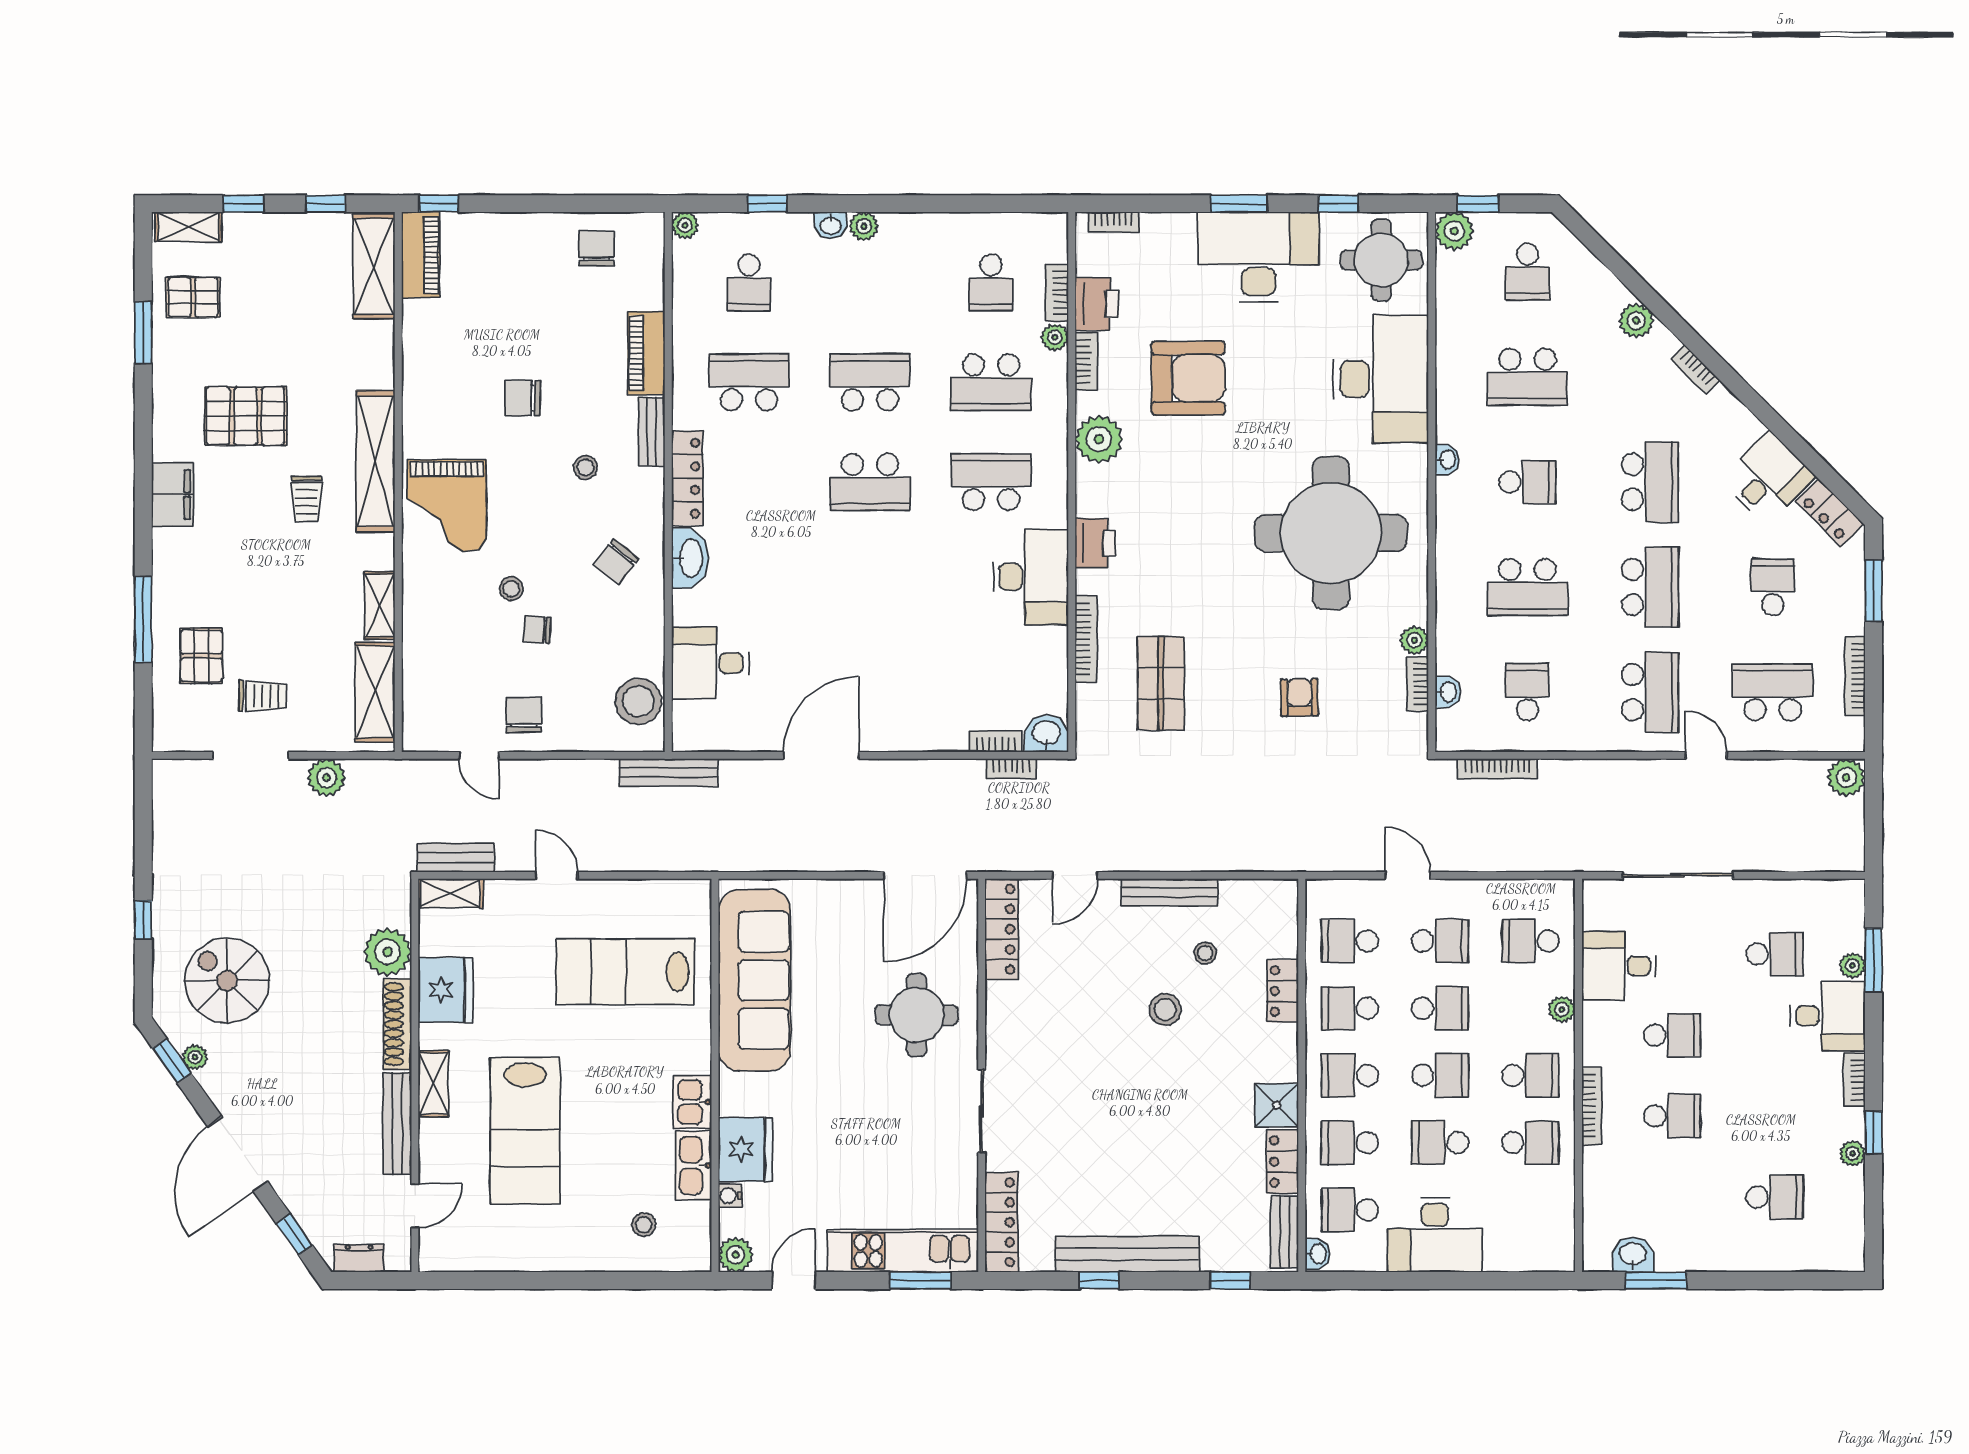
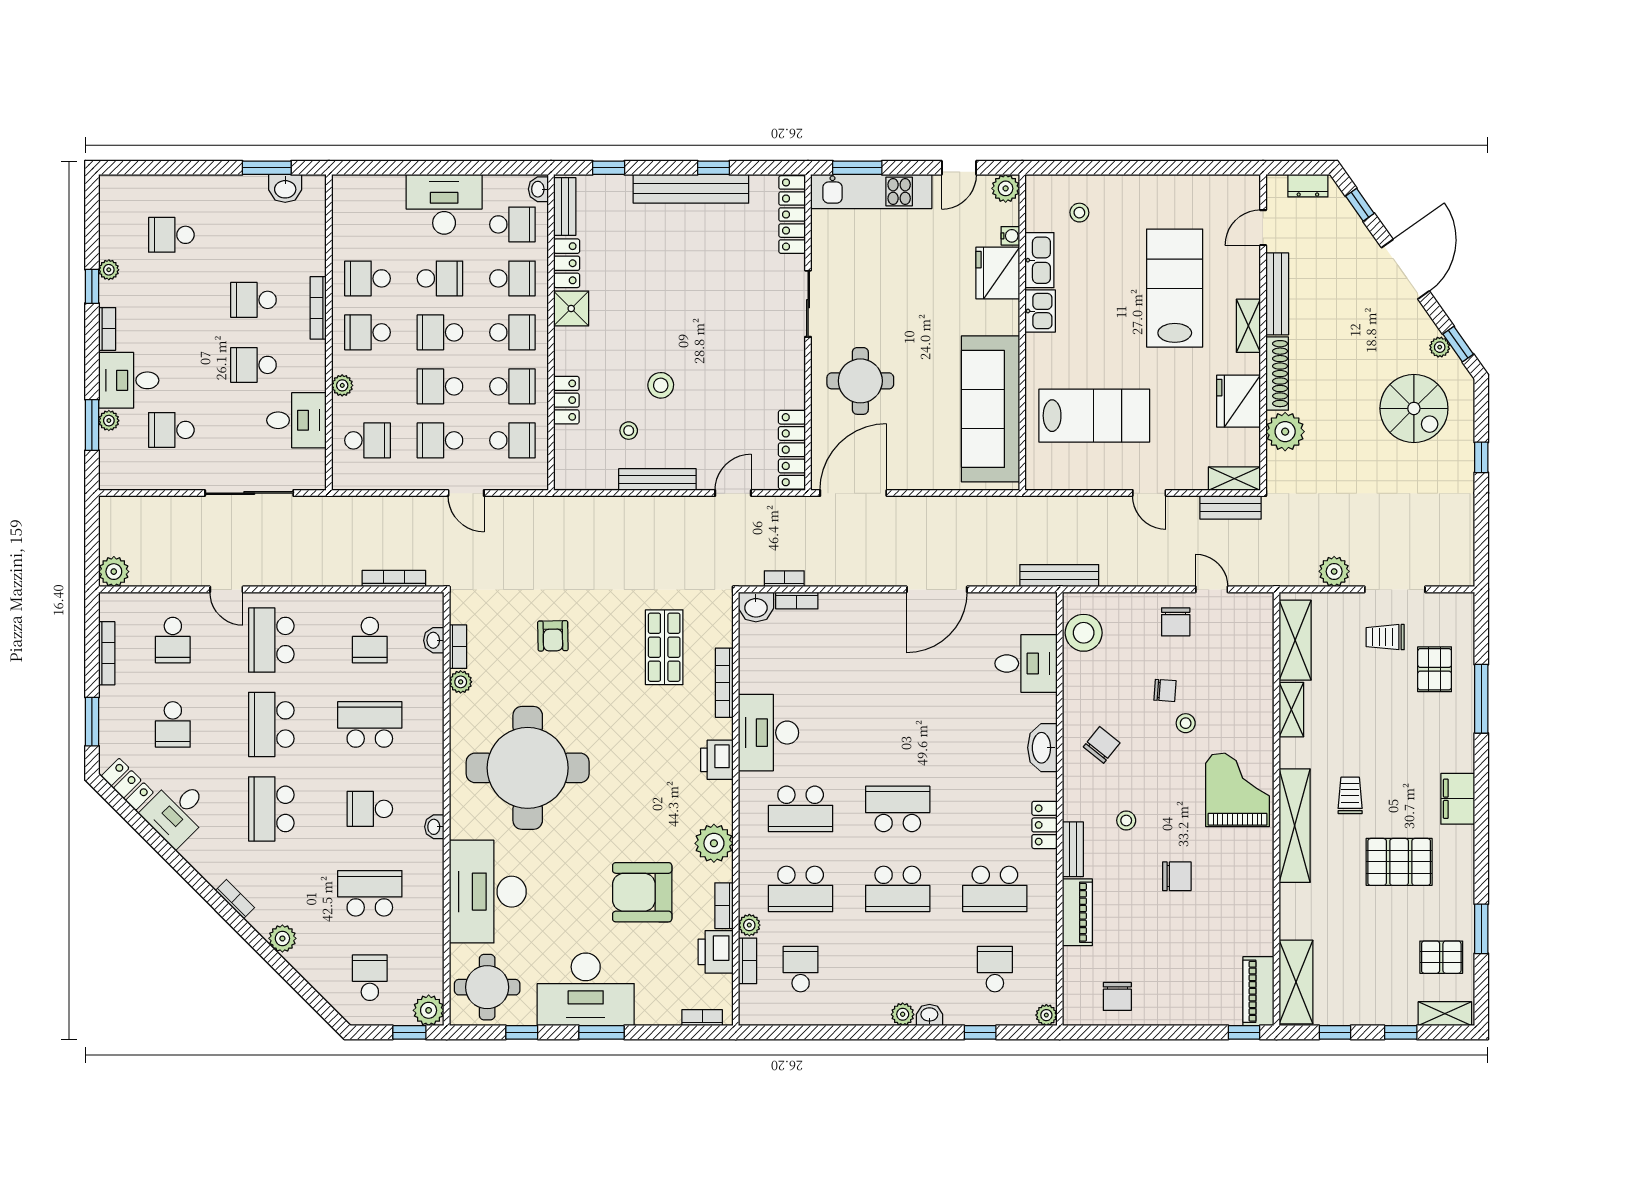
school desk: (991, 382) -> (801, 889), turned 180
locker: (687, 478) -> (1044, 825), width x0.66
school desk: (1773, 692) -> (173, 640), width x0.54

